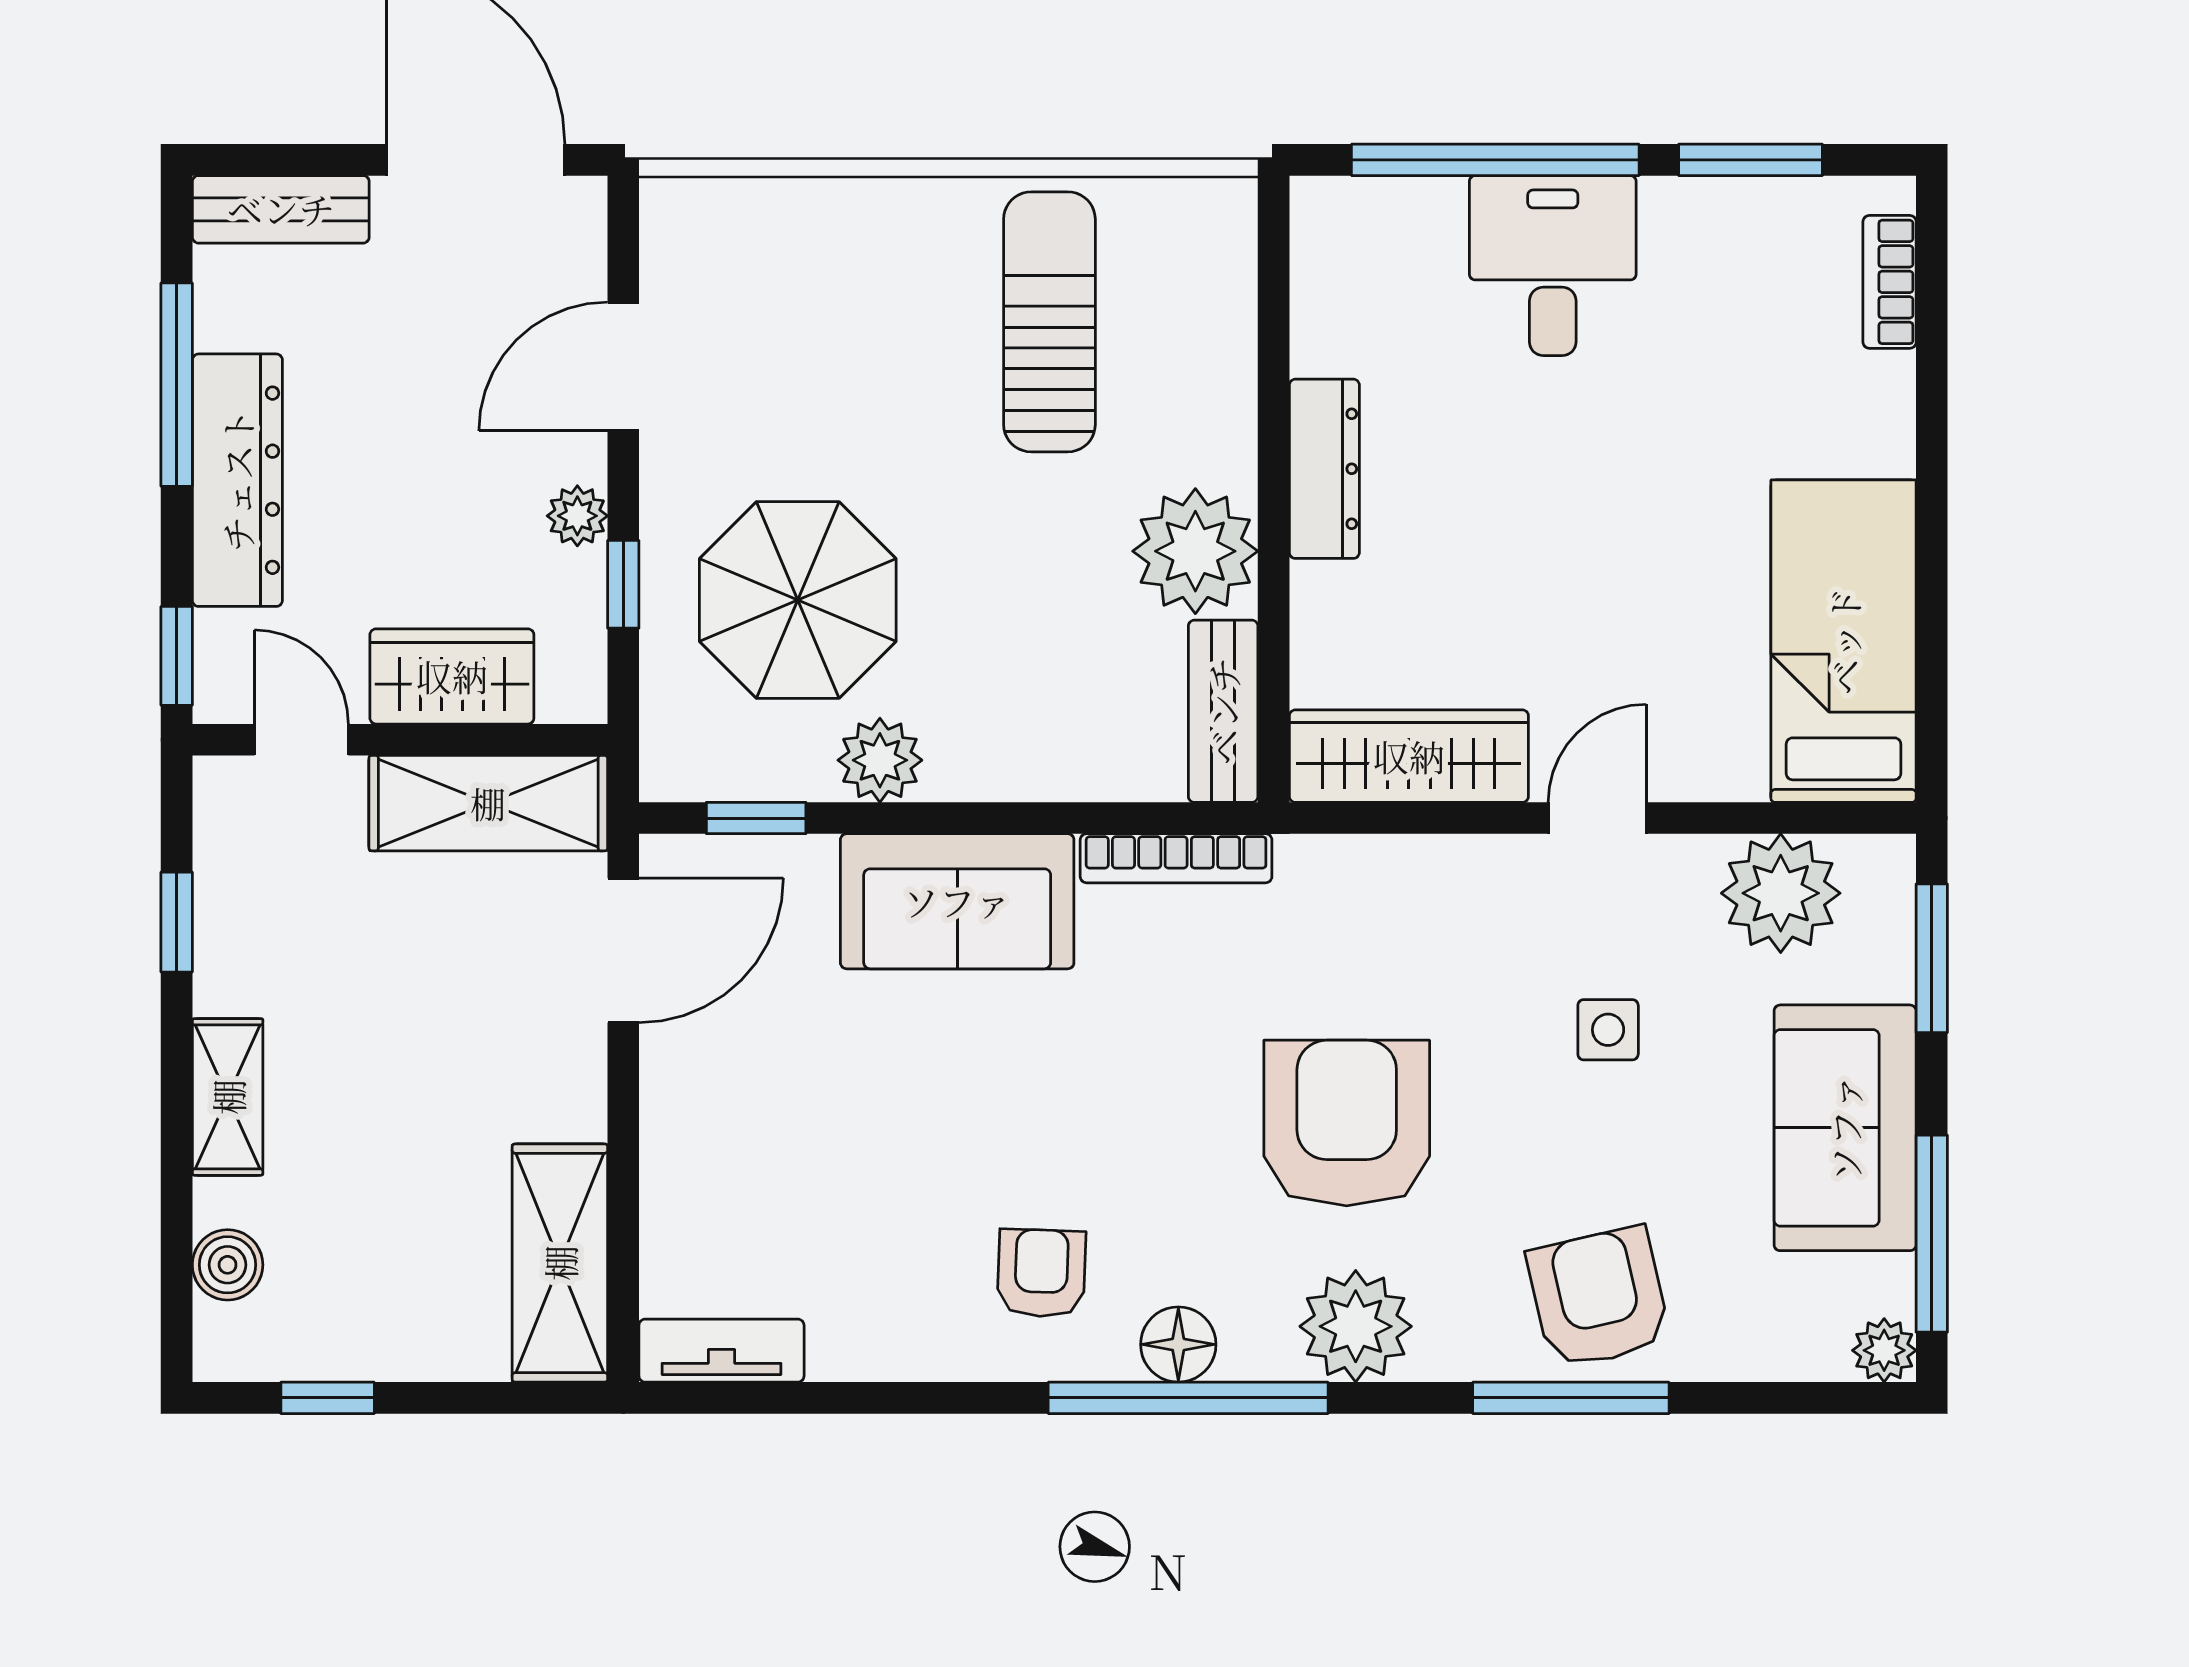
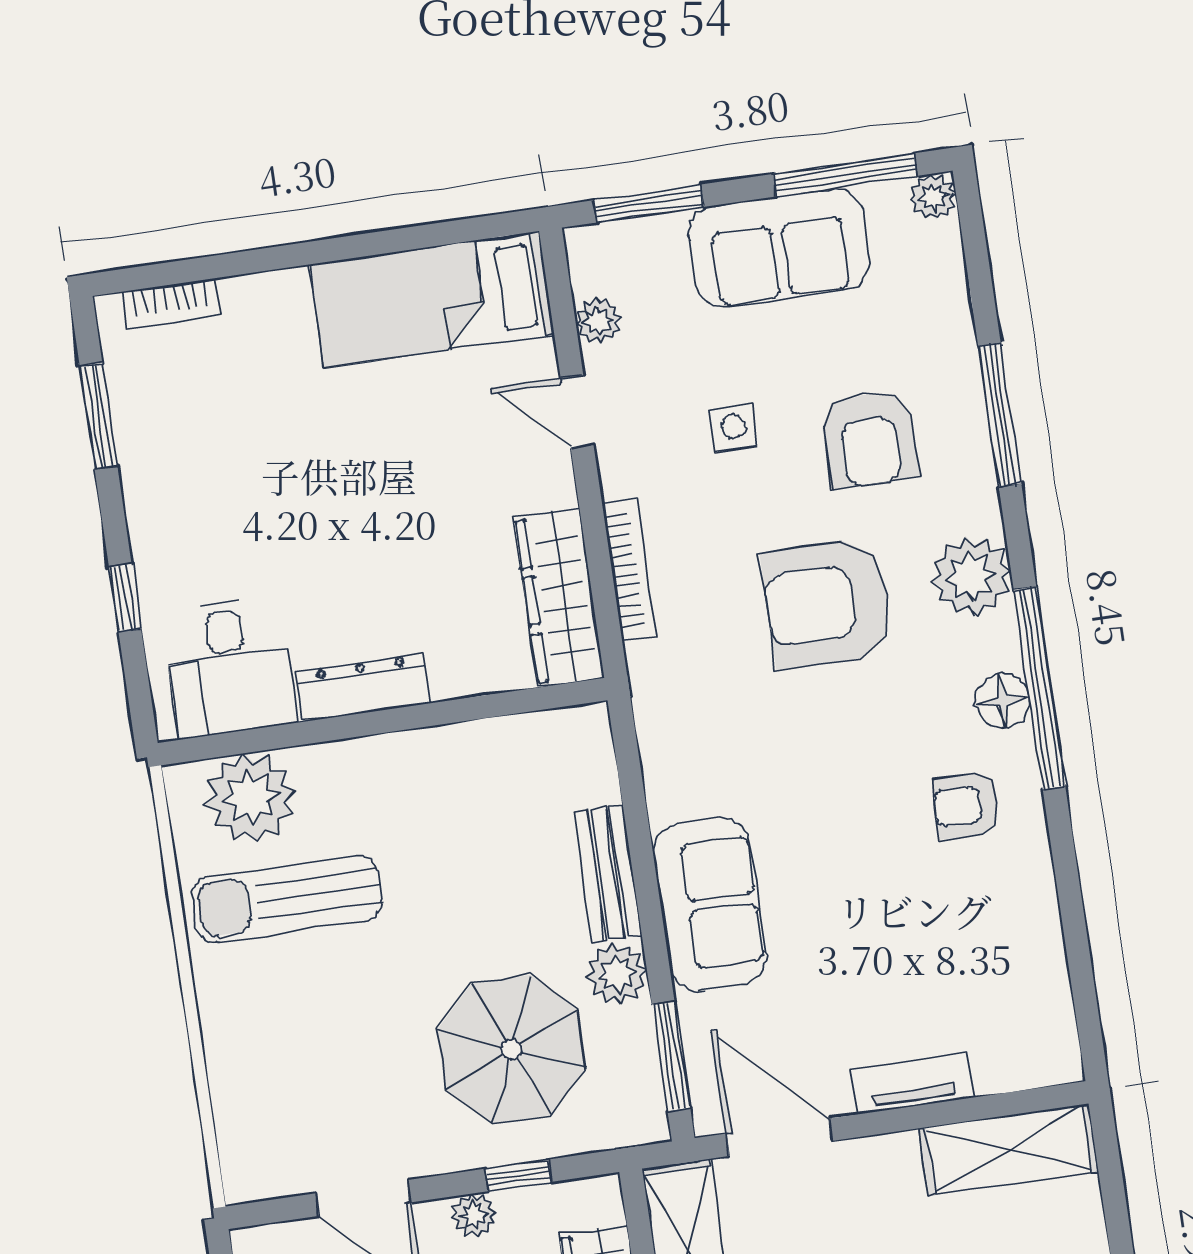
window: (1495, 160) -> (125, 598), width x0.32
desk: (1553, 266) -> (229, 667), moved, turned -90
plant: (1195, 551) -> (251, 798), moved
bench: (1223, 711) -> (608, 874), moved, turned 90
window: (756, 818) -> (671, 1056), width x1.50
door: (1597, 818) -> (577, 412), moved
bookcase: (1176, 858) -> (629, 570), moved
plant: (1781, 893) -> (598, 321), width x0.53, depth x0.53
armchair: (1599, 1298) -> (869, 439), moved, turned -77
tv unit: (721, 1351) -> (913, 1083), moved, turned 90

